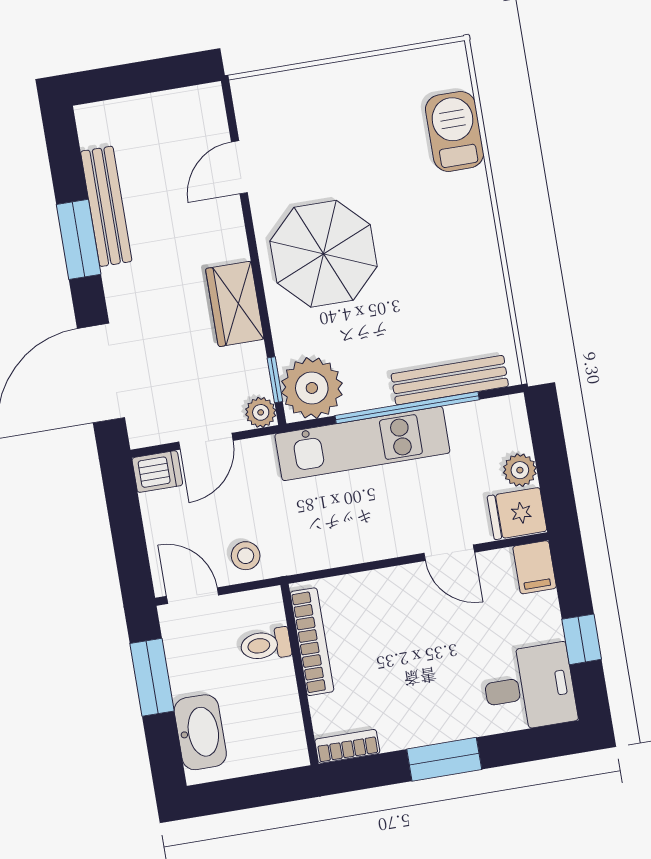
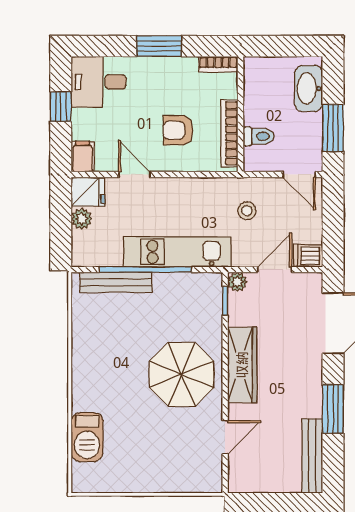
bench: (106, 206) -> (312, 456), moved
wardrobe: (235, 304) -> (242, 365), width x1.50
plant: (312, 388) -> (203, 292), removed
stool: (246, 556) -> (247, 211), moved
armchair: (393, 633) -> (178, 130), added

